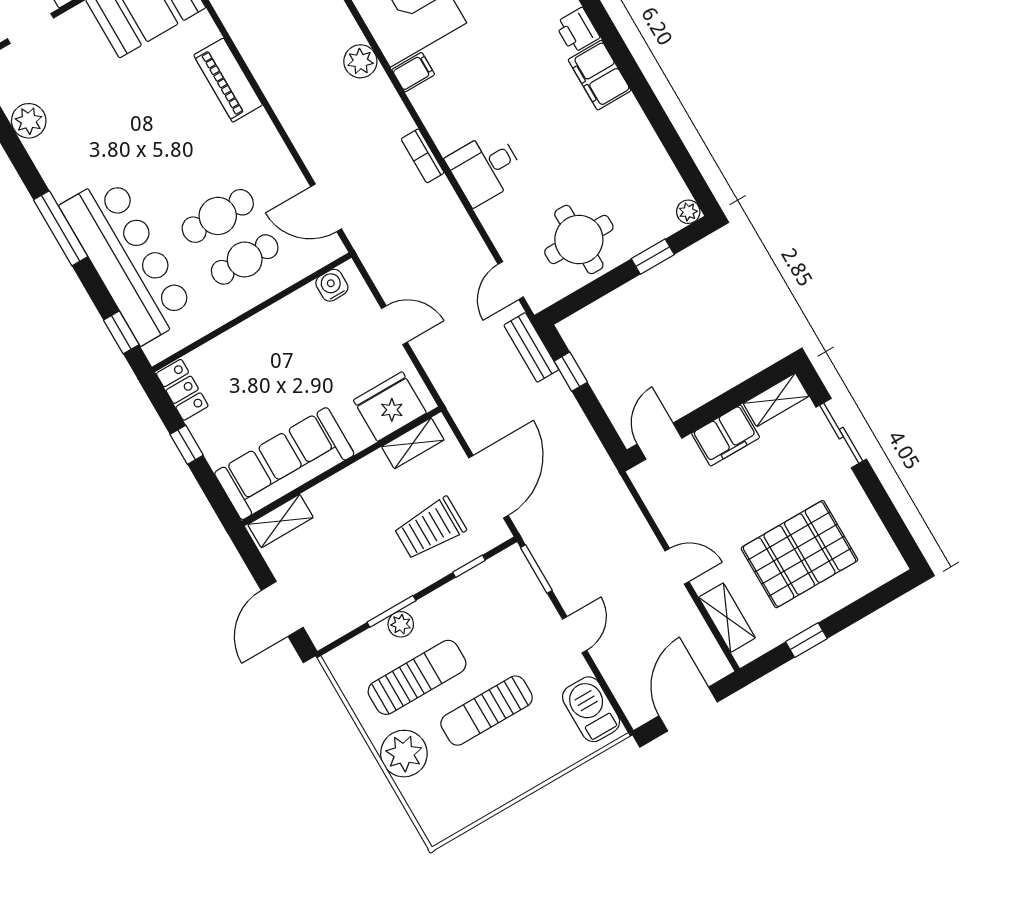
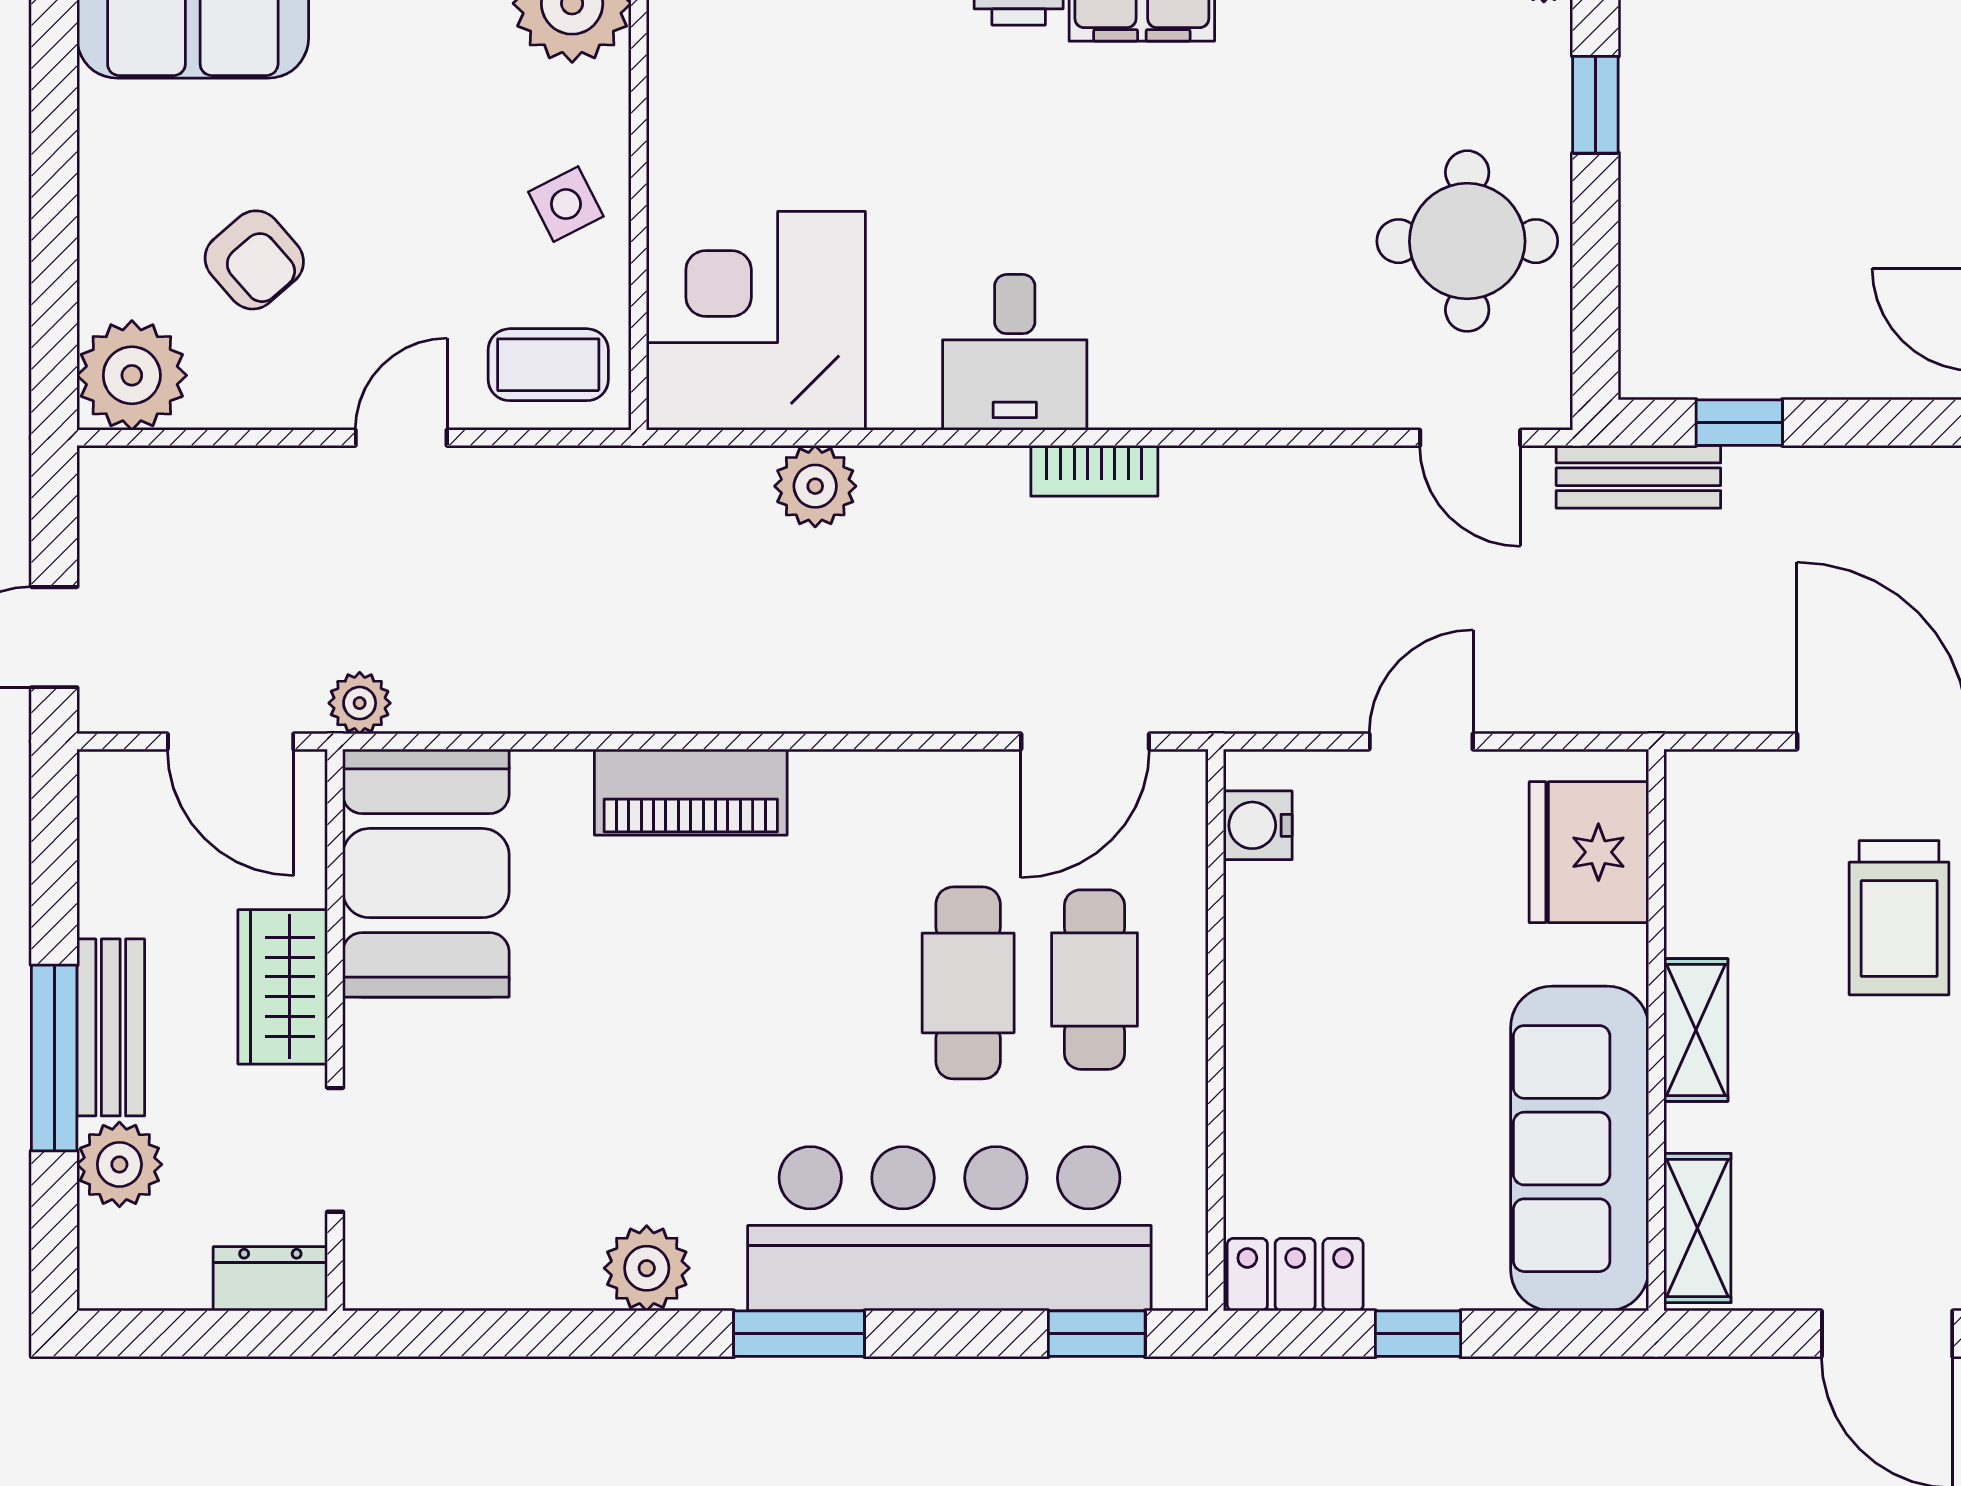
filing cabinet: (413, 72) -> (904, 387), removed
plant: (29, 121) -> (647, 1268), moved
desk: (485, 168) -> (1015, 352), moved
window: (61, 228) -> (799, 1334), width x0.69
shelving: (413, 443) -> (1696, 1030), moved

